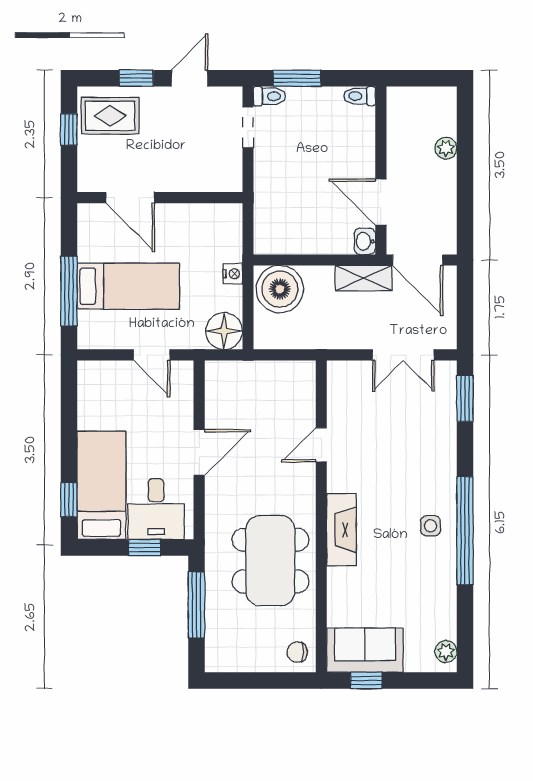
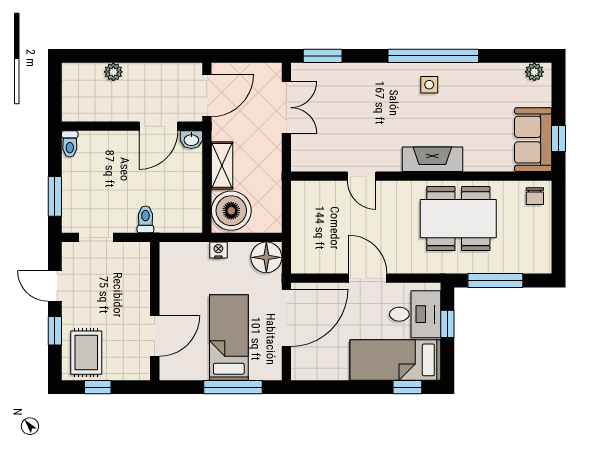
toilet: (269, 96) -> (145, 219), moved
shelving: (364, 278) -> (222, 165), moved
door: (152, 355) -> (286, 318), width x1.88

